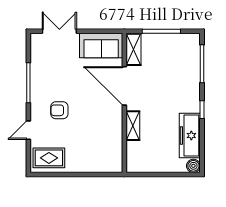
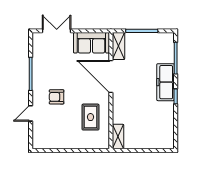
shelving: (133, 126) -> (118, 136), moved
freezer: (190, 136) -> (165, 82), moved
rug: (49, 158) -> (91, 117), moved, turned 90
boiler: (193, 166) -> (168, 143), removed

